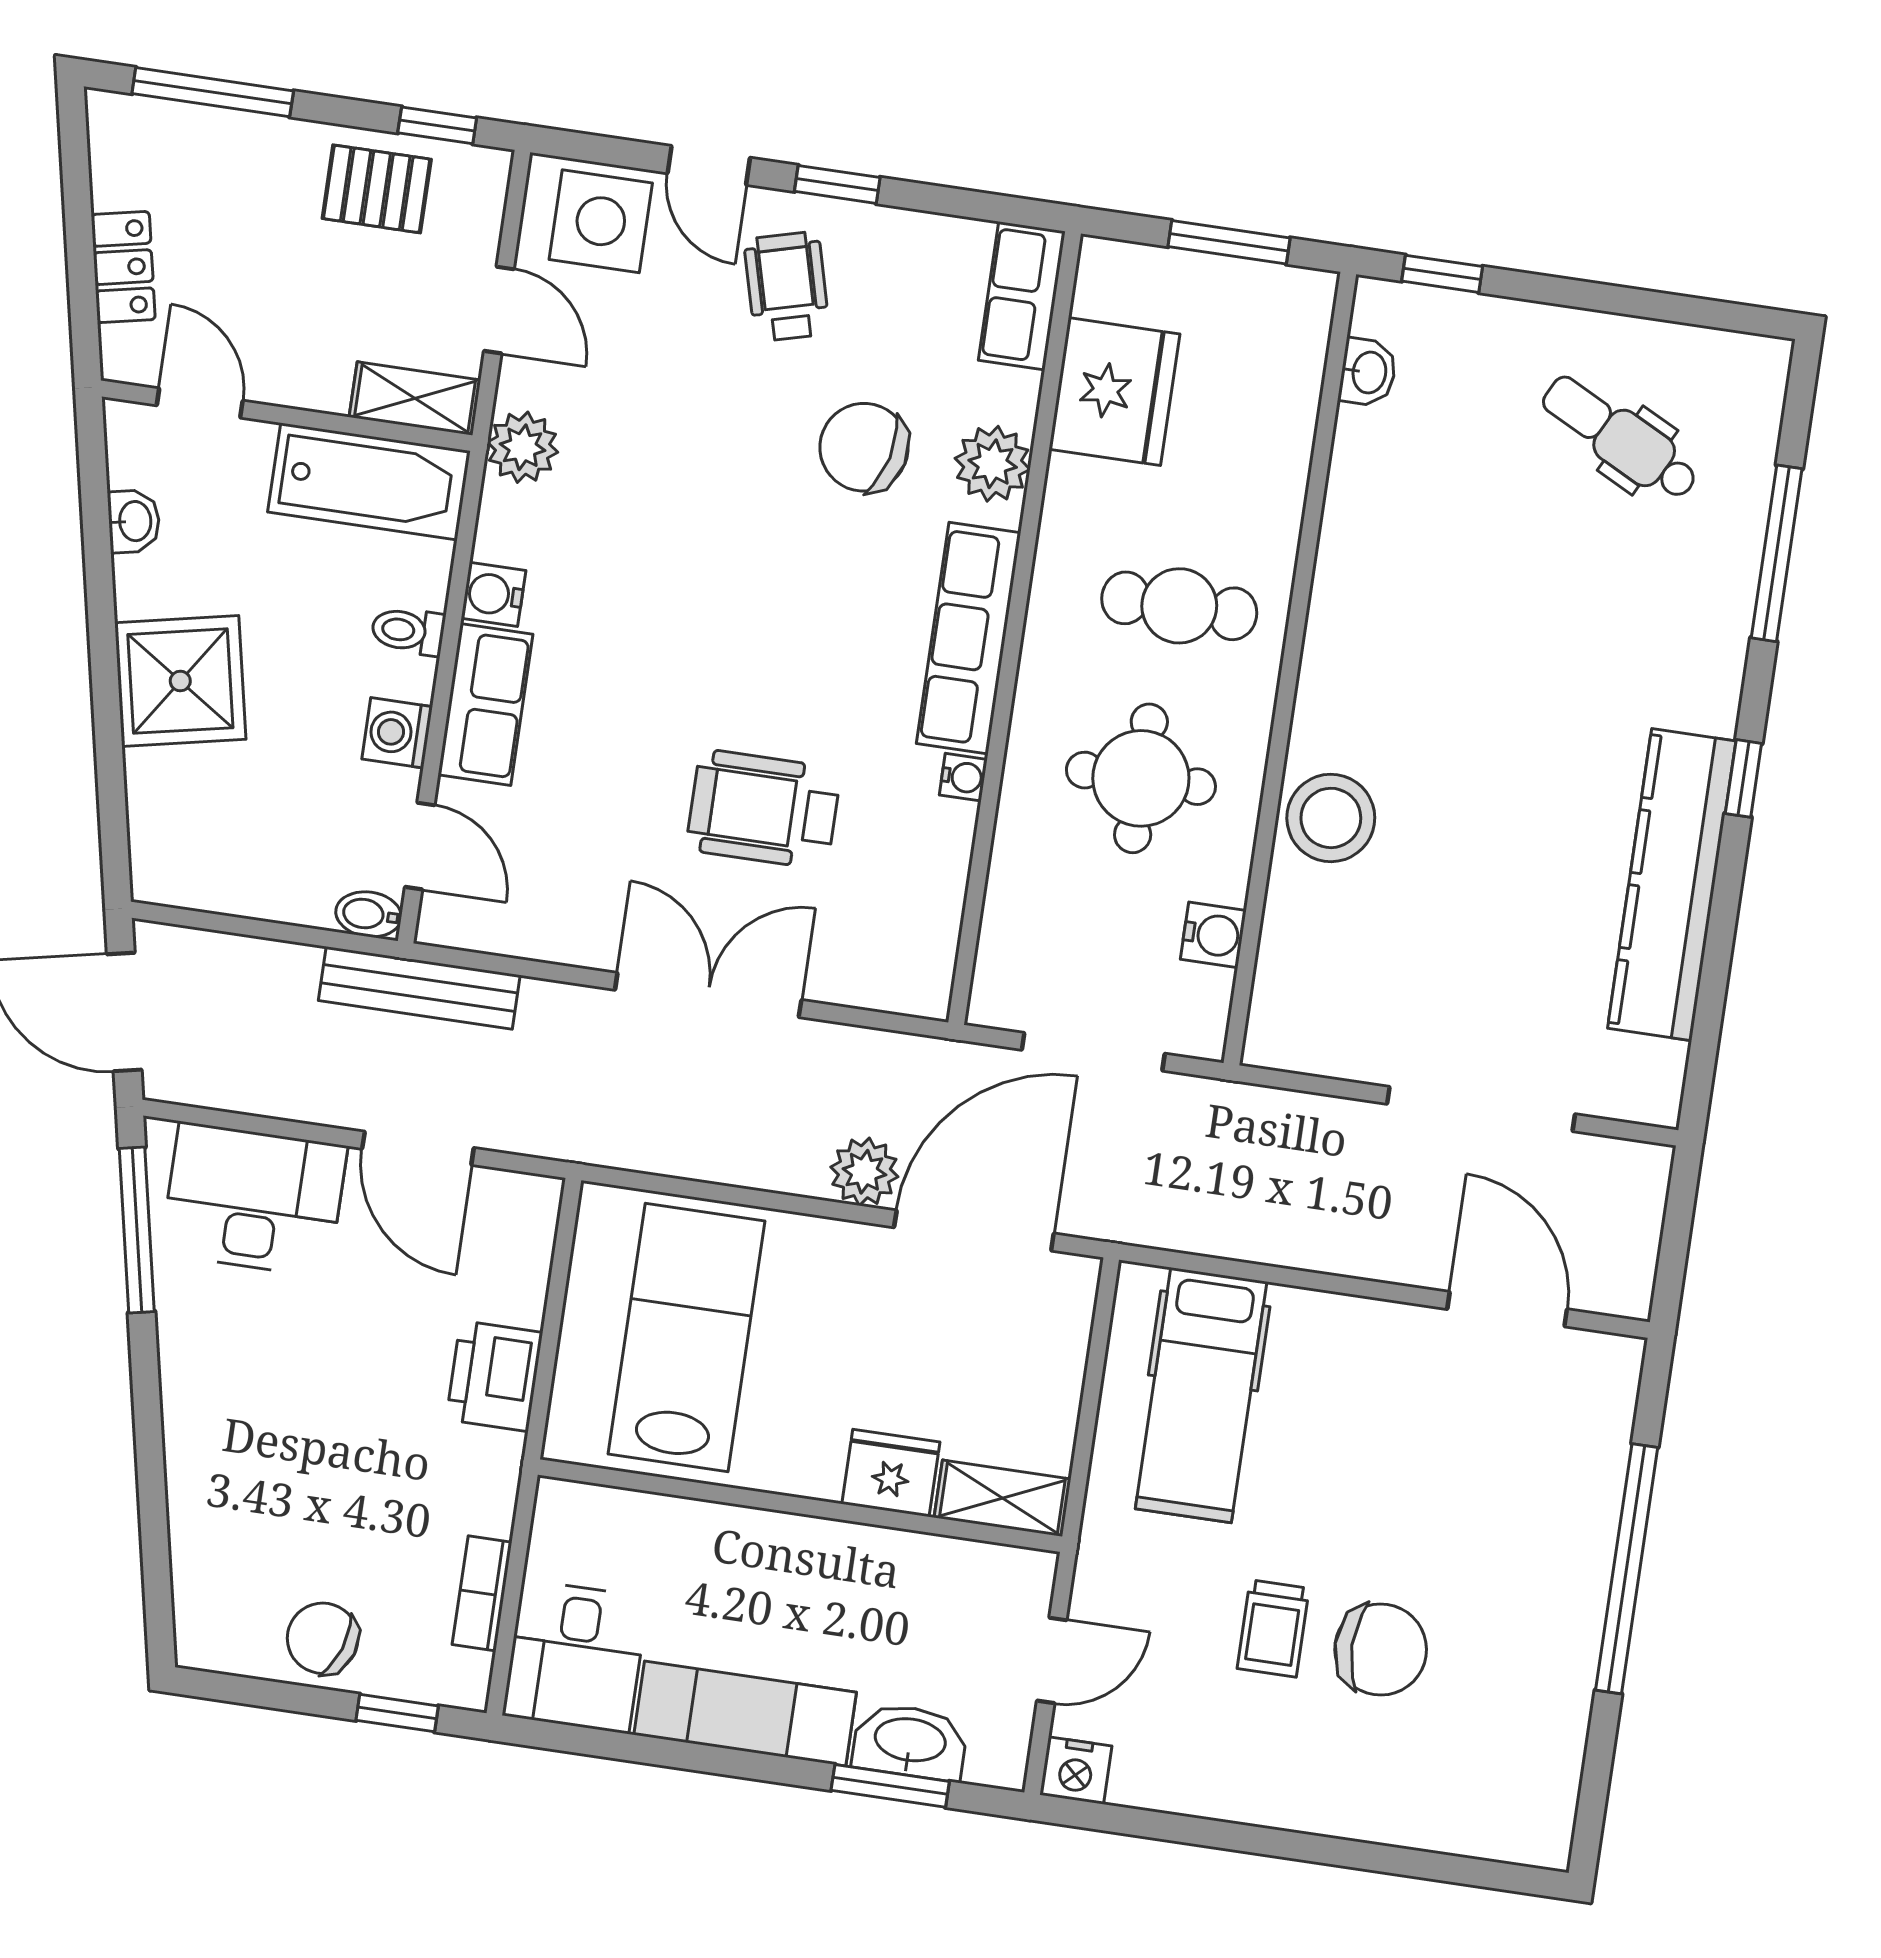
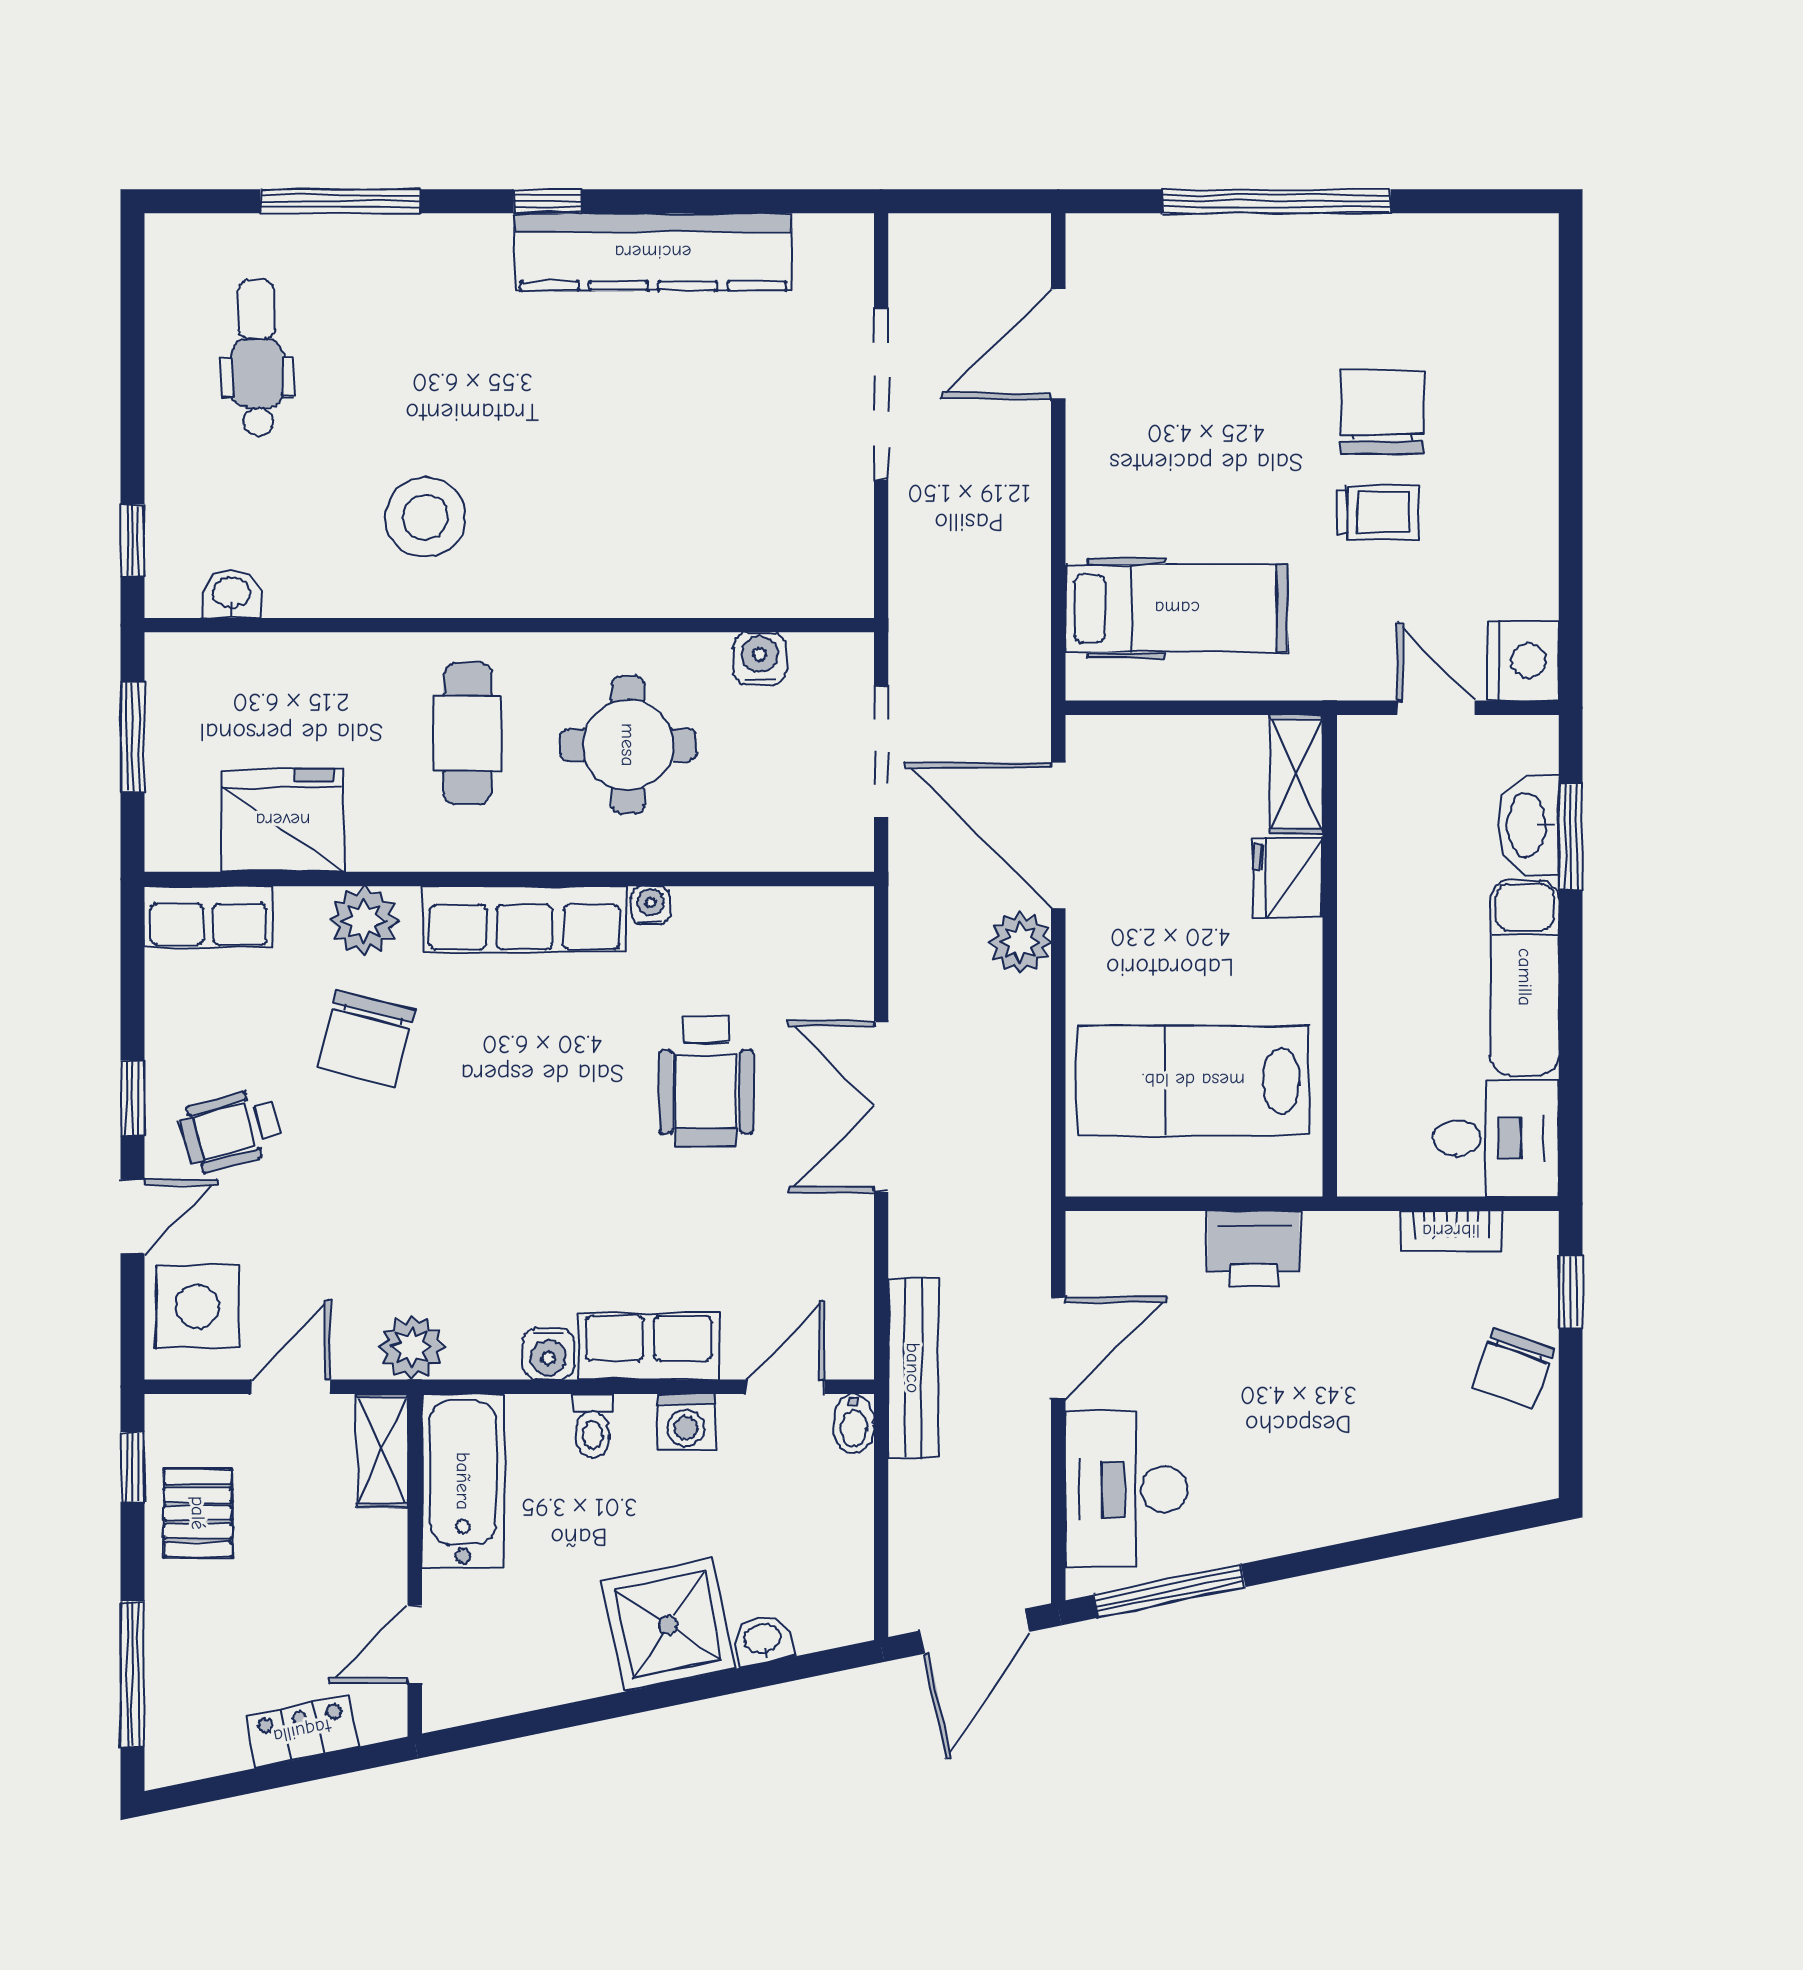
dental chair: (1620, 438) -> (257, 358), turned 152
washbasin: (134, 521) -> (763, 1640), moved
stool: (1331, 818) -> (425, 517), moved
nightstand: (1076, 1770) -> (1523, 661), width x1.36, depth x1.33

